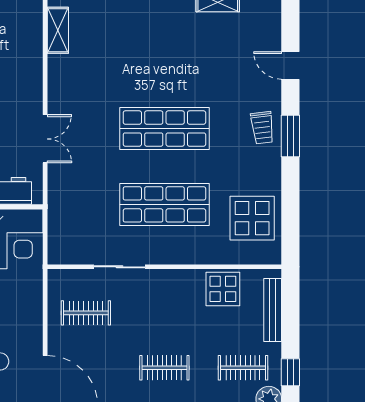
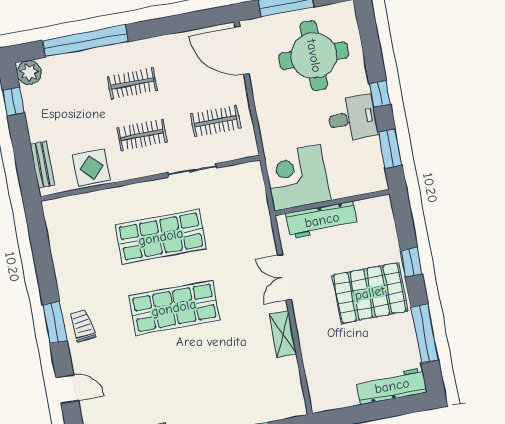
shelving: (58, 30) -> (283, 334), moved
display table: (252, 218) -> (76, 239), removed
bench: (273, 310) -> (42, 165), width x0.73
clothes rail: (243, 368) -> (142, 135), moved

